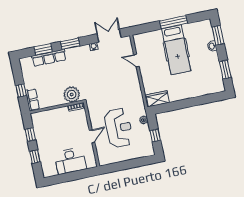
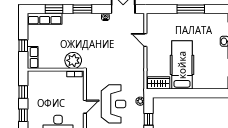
hospital bed: (176, 50) -> (182, 65), moved, turned 180
row of seats: (49, 58) -> (45, 19), moved

